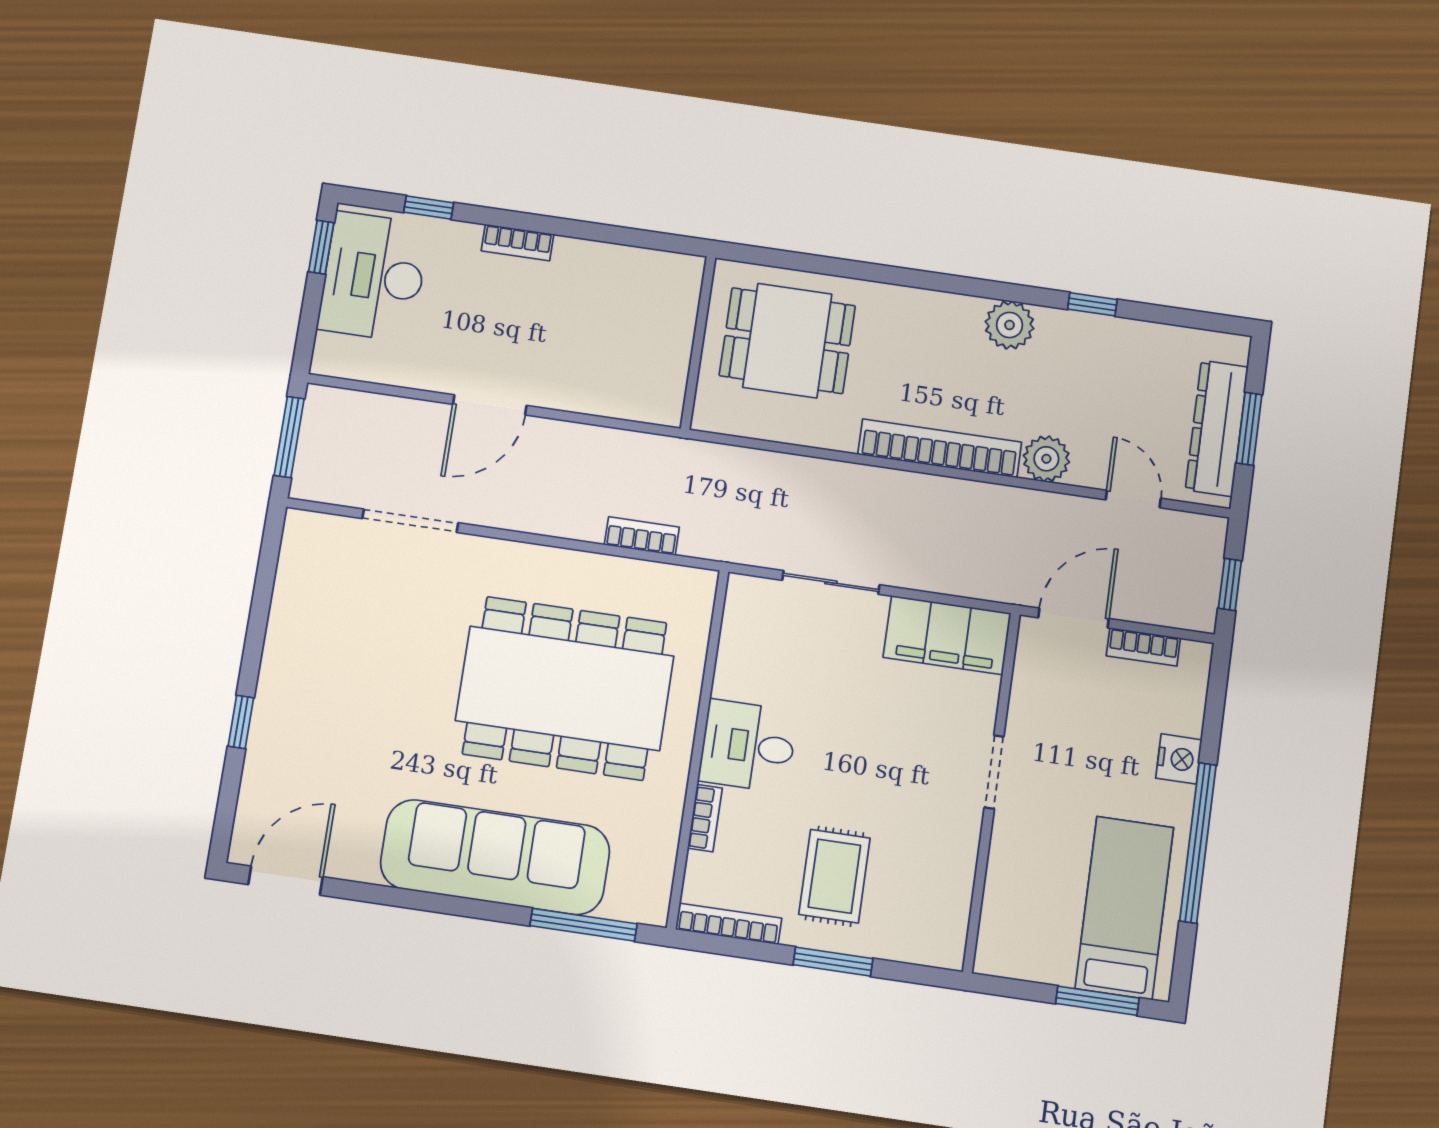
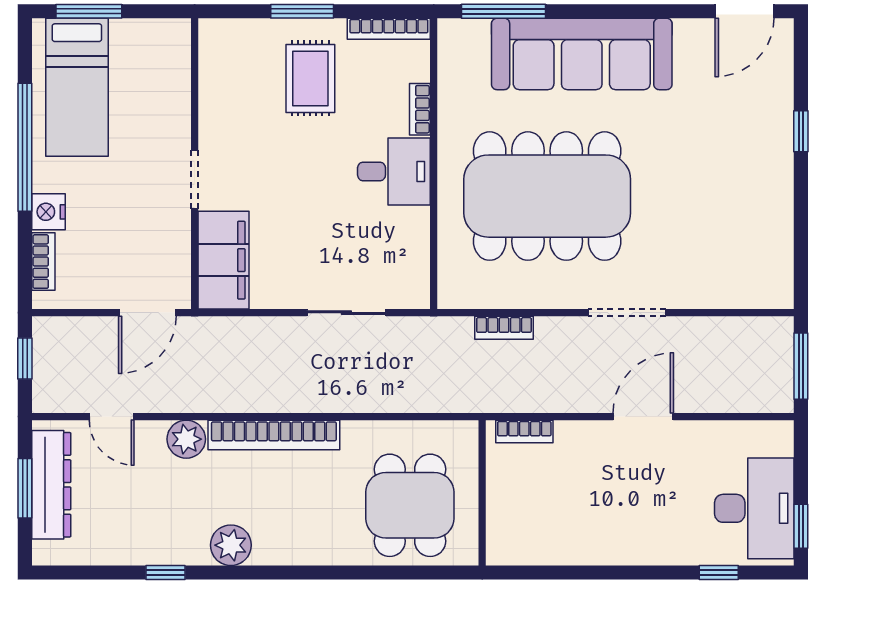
bookcase: (518, 242) -> (524, 431), moved, turned 180
dining table: (787, 341) -> (410, 505), turned 90
doorway: (410, 521) -> (627, 313), moved
filing cabinet: (947, 635) -> (224, 260), moved, turned 90
bookcase: (1143, 647) -> (43, 262), moved, turned 90

